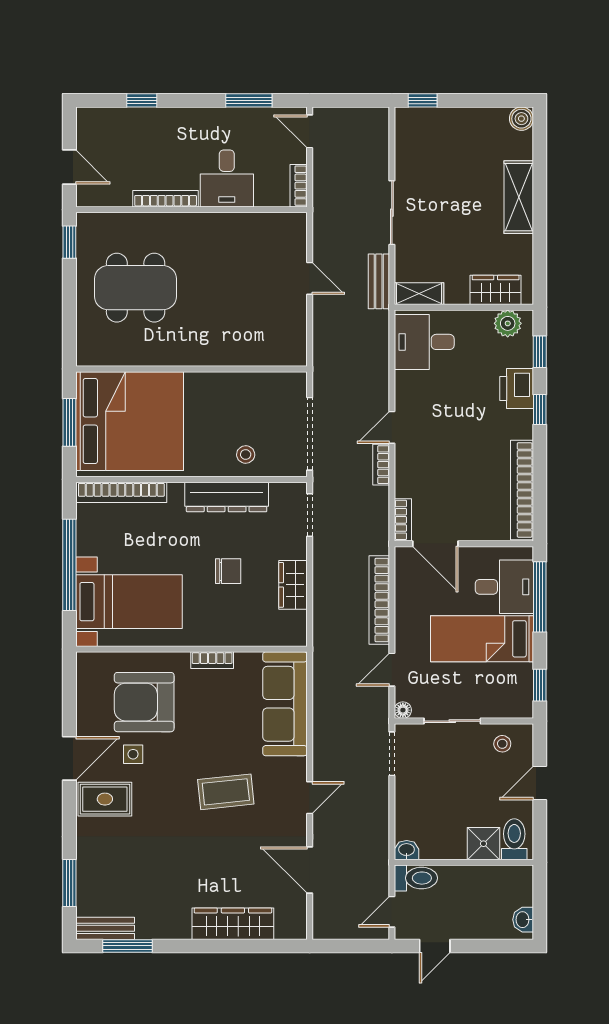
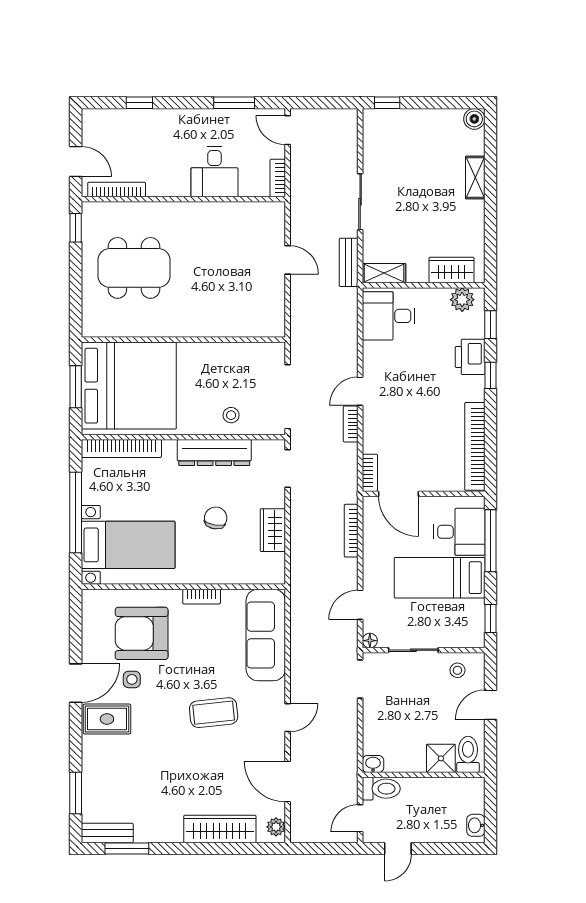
shelving: (519, 197) -> (475, 177), width x0.67, depth x0.75
bookcase: (166, 199) -> (117, 189), moved
chair: (228, 571) -> (216, 518), turned -80
bookcase: (379, 600) -> (351, 531), width x0.68, depth x0.76
plant: (297, 921) -> (276, 827), added

